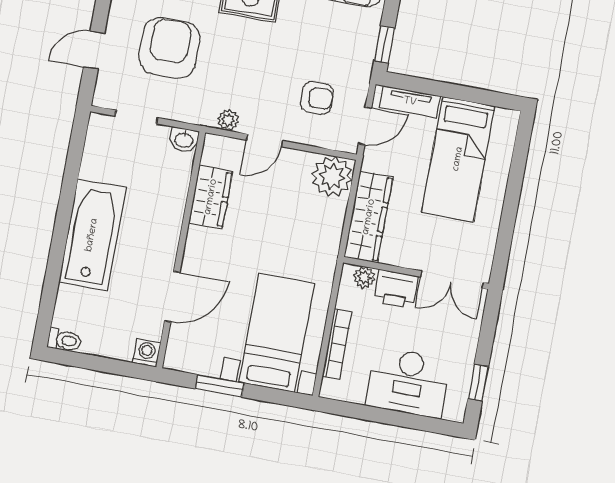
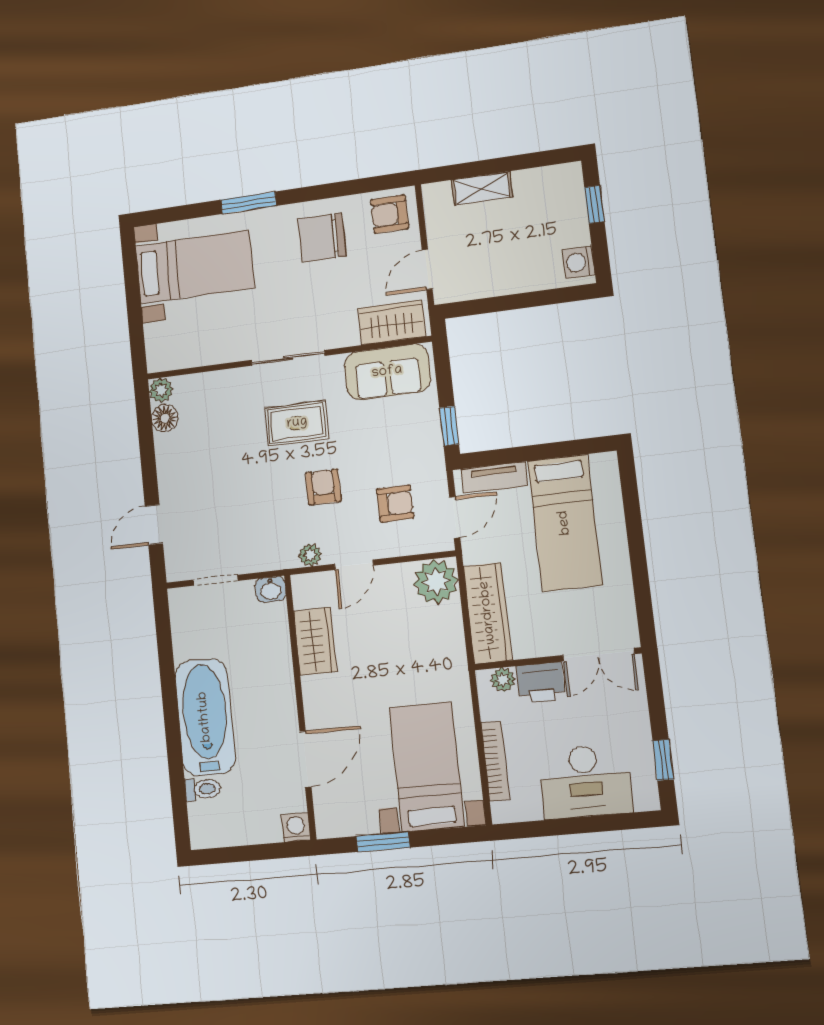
armchair: (169, 48) -> (323, 487), moved, width x0.53, depth x0.53
toilet: (64, 340) -> (203, 789), moved

